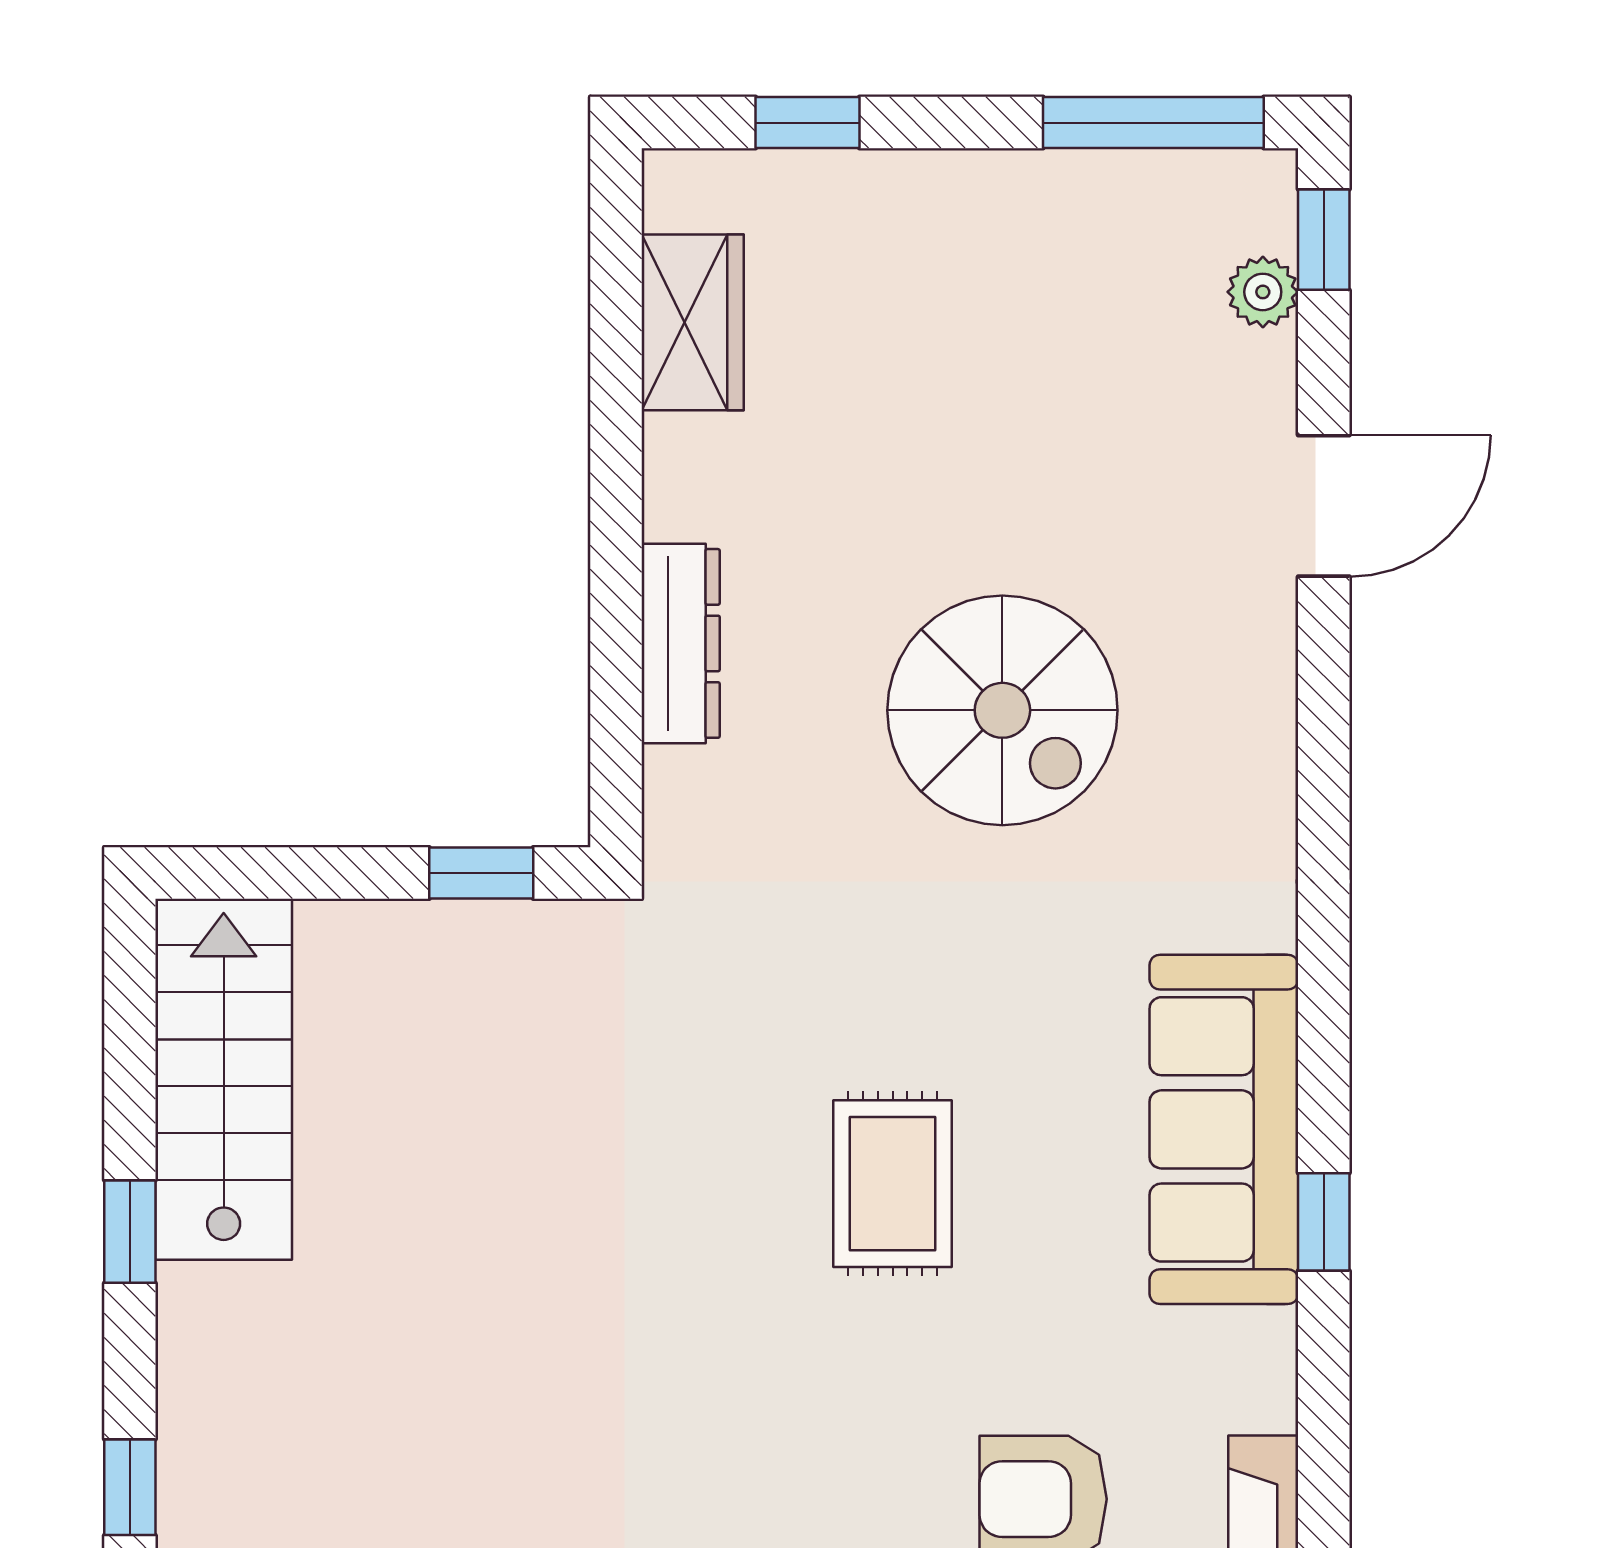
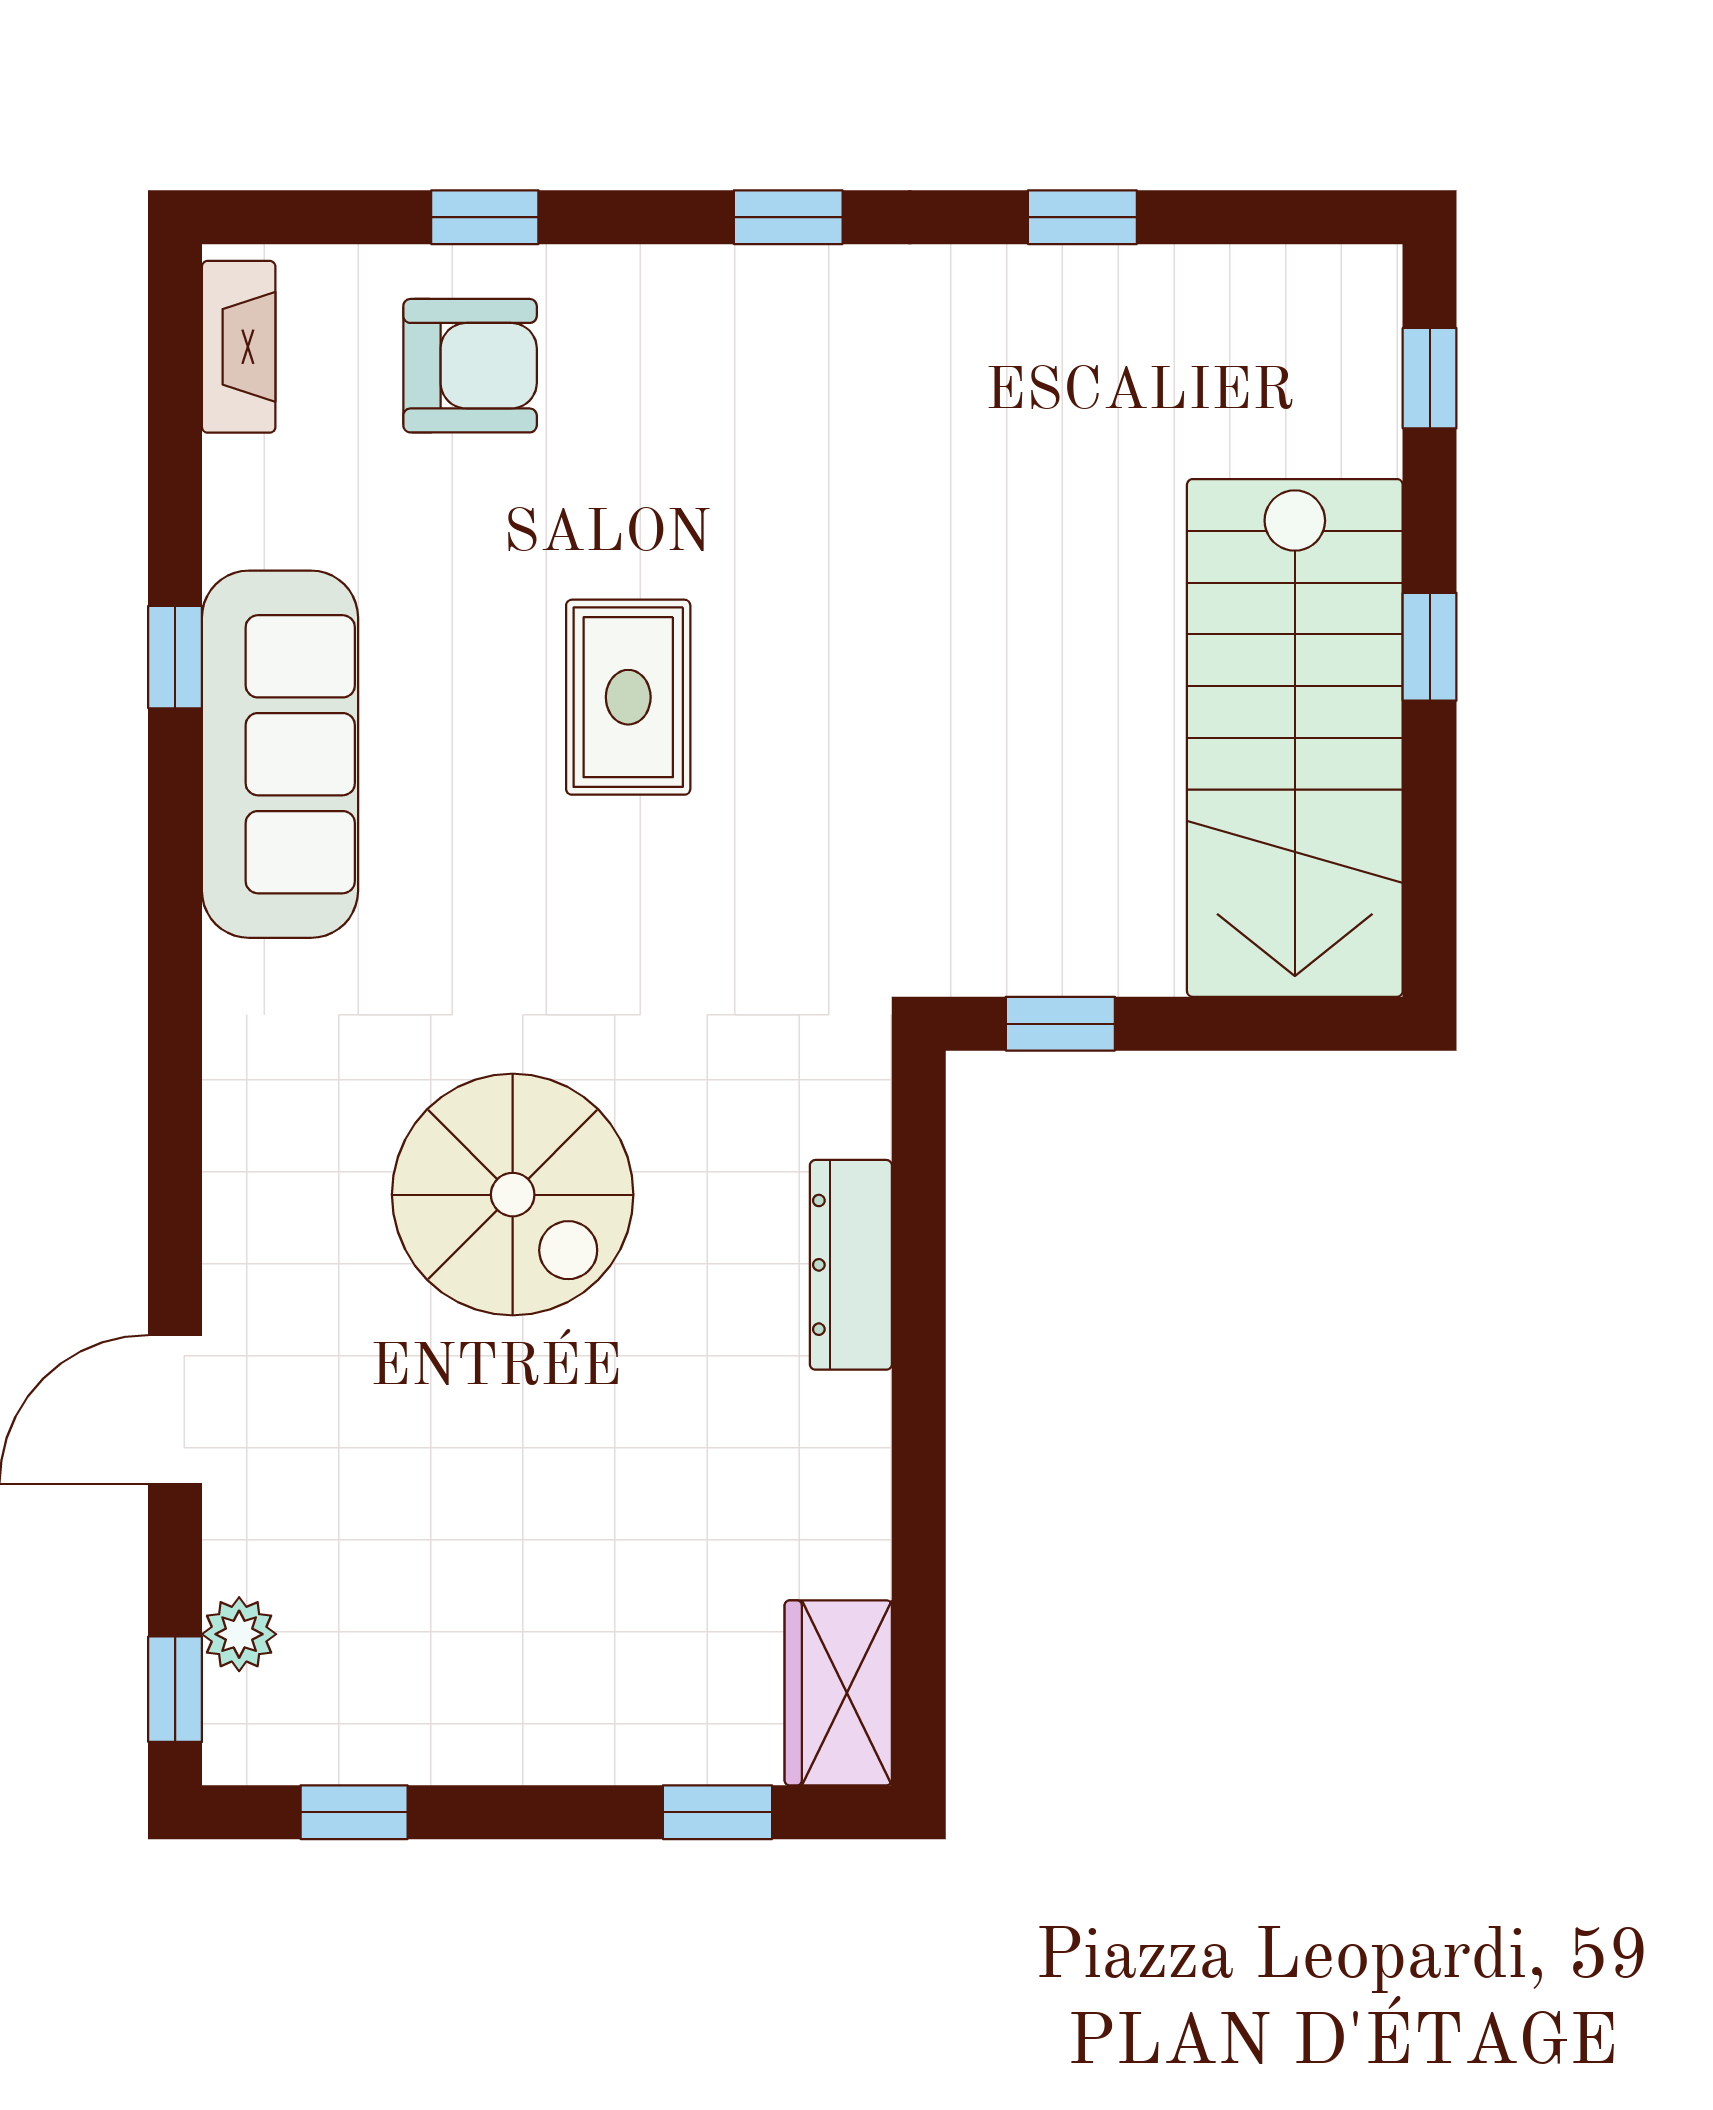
window: (1153, 123) -> (354, 1812), width x0.46
wardrobe: (693, 322) -> (838, 1693), moved
spiral stairs: (1002, 710) -> (513, 1195), turned 180
stairs: (224, 1079) -> (1295, 738), width x1.36, depth x1.51

